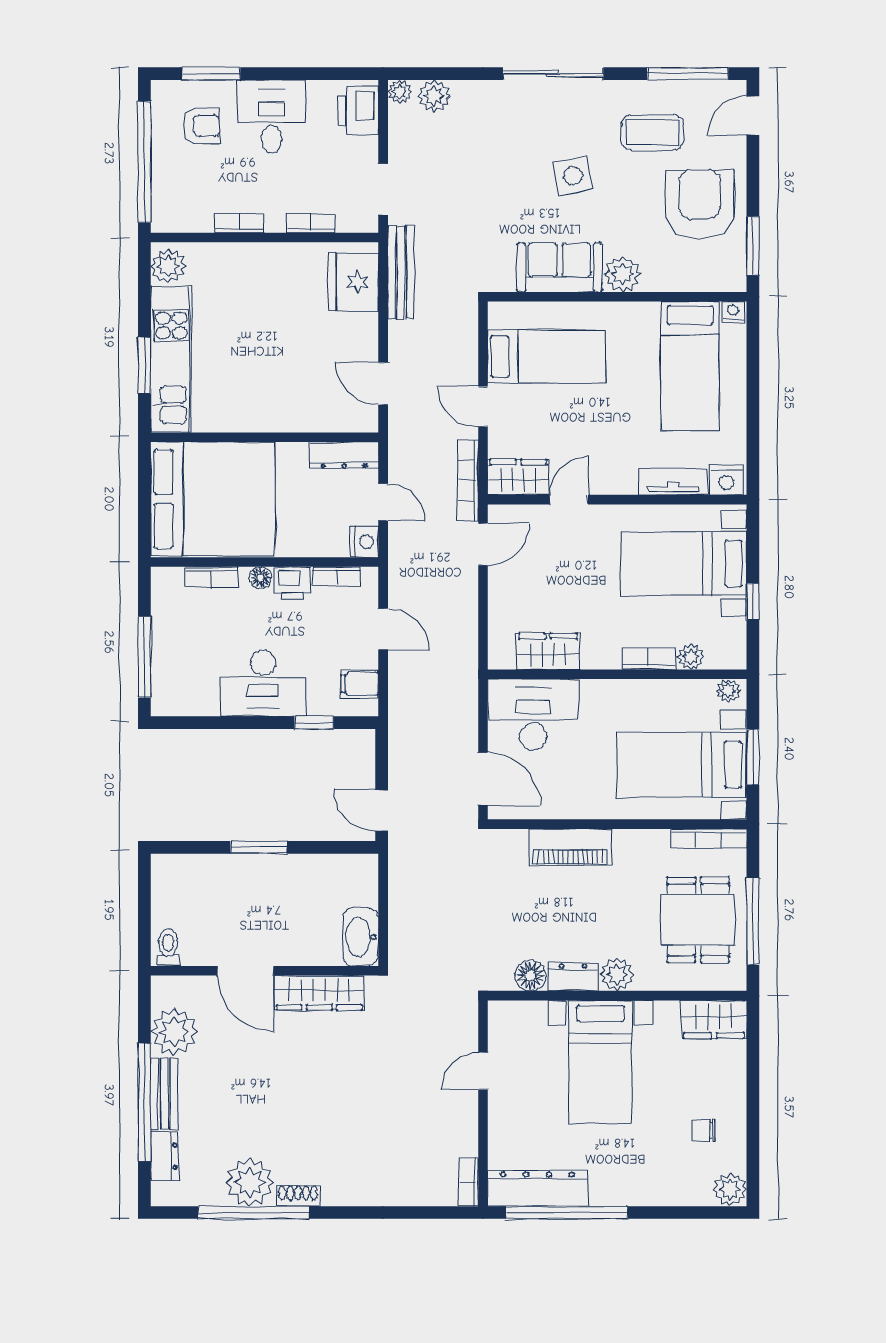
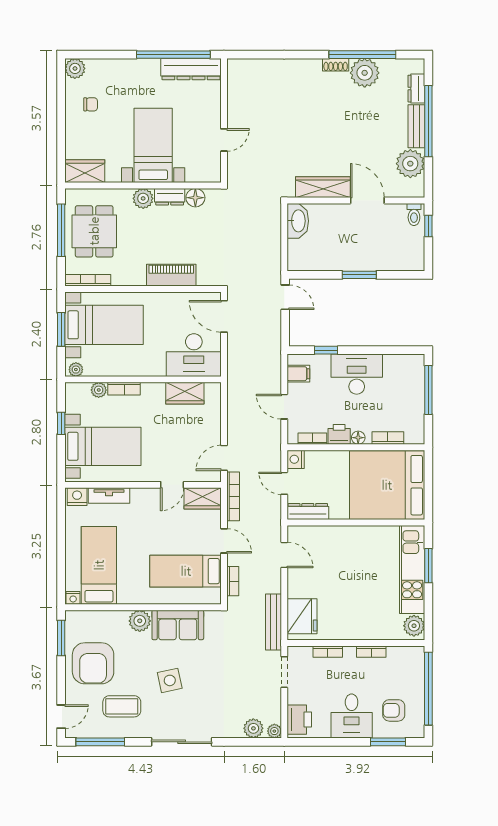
window: (144, 929) -> (428, 226), added
bookcase: (469, 1182) -> (233, 581), moved

